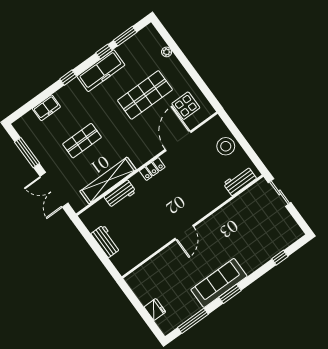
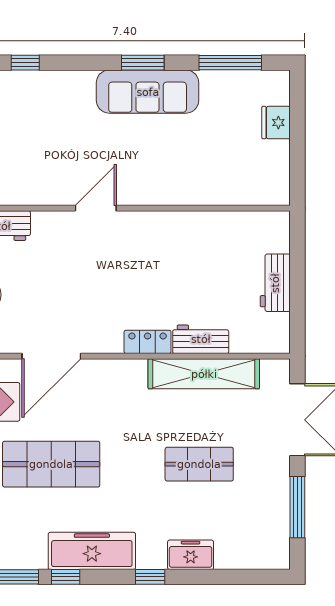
freezer: (46, 108) -> (191, 555), moved
locker: (152, 169) -> (148, 342), moved
door: (184, 233) -> (96, 208), moved

